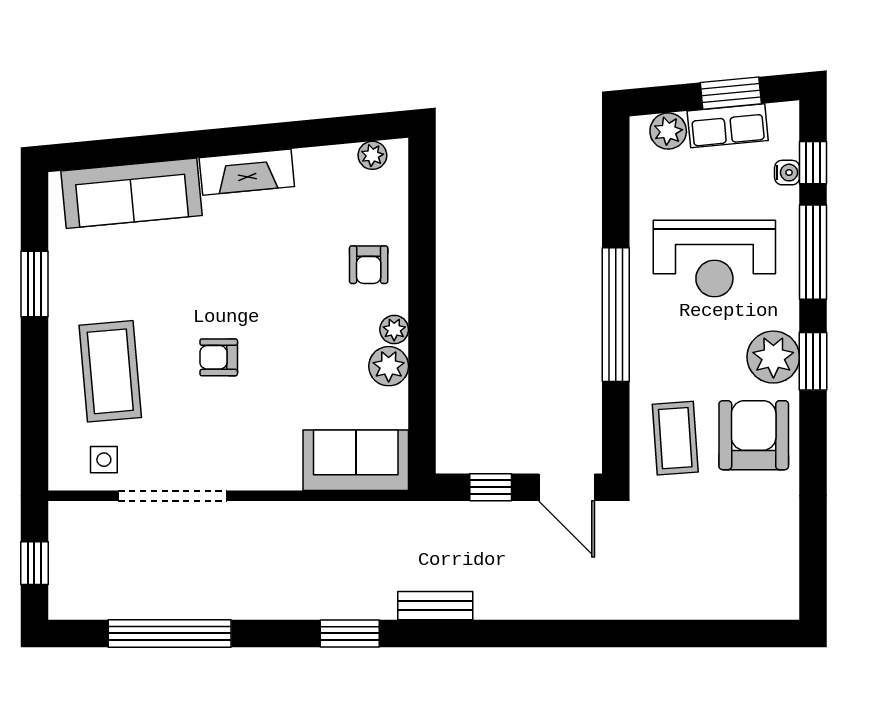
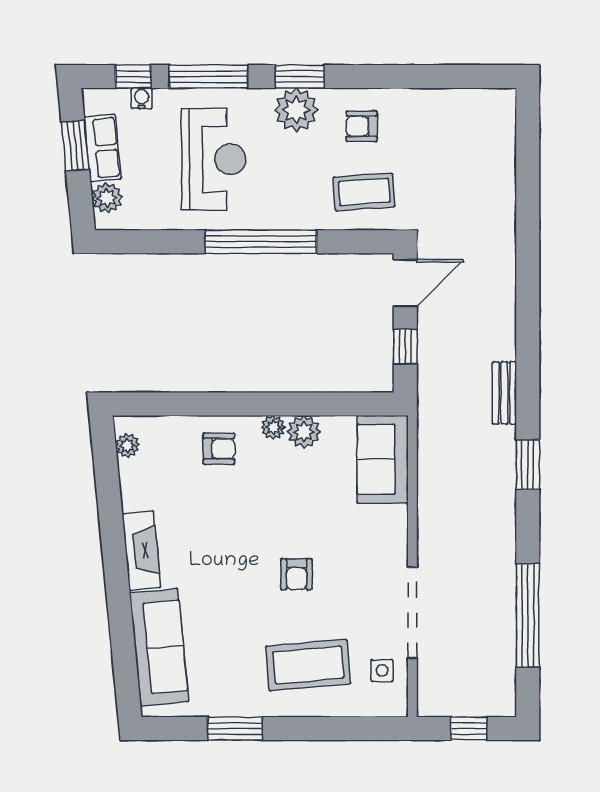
armchair: (754, 435) -> (362, 126), width x0.53, depth x0.53

